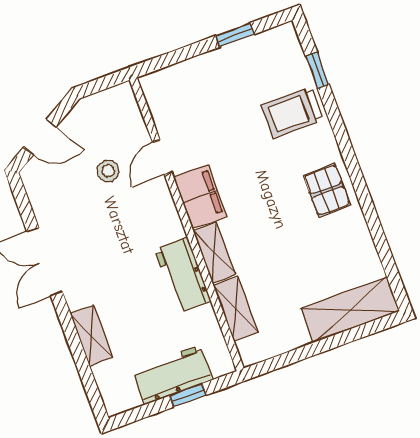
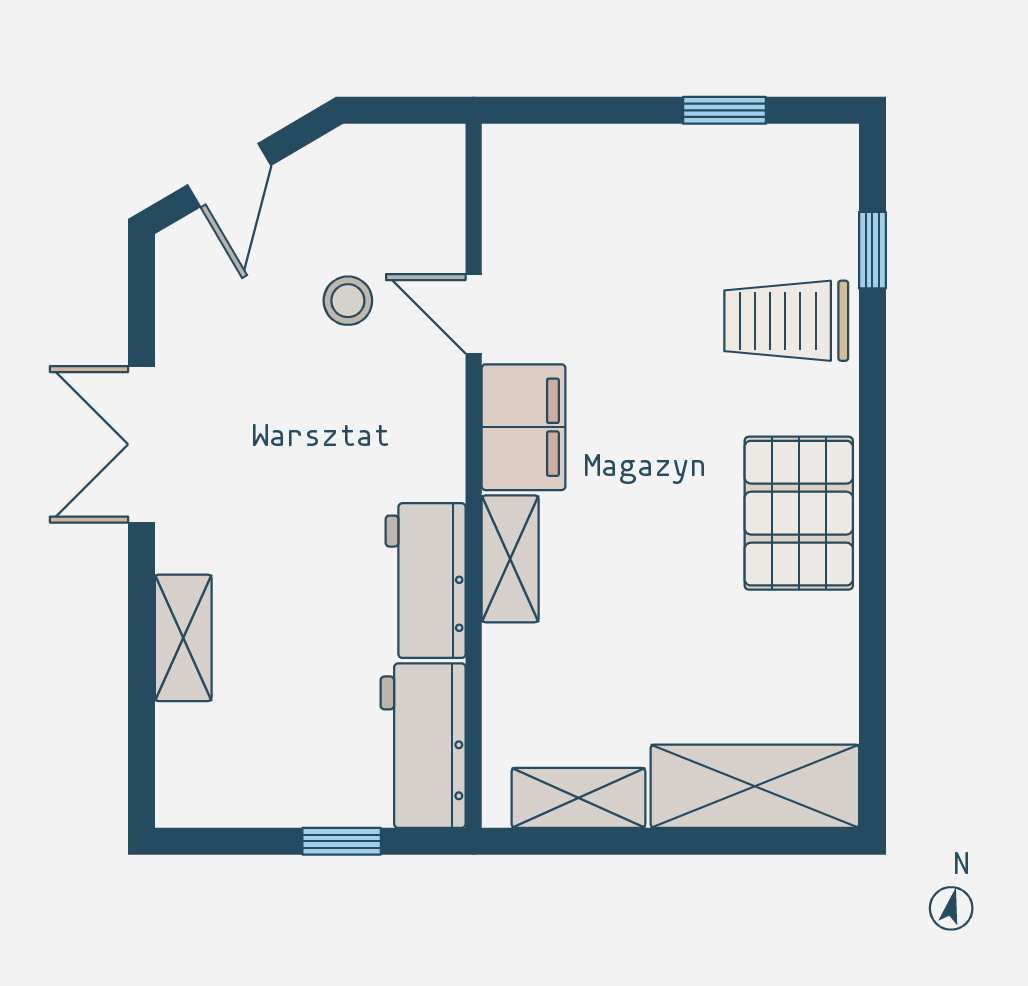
door: (40, 137) -> (229, 175), hinge flipped
door: (162, 157) -> (474, 314), hinge flipped
pallet: (327, 190) -> (799, 513), width x1.50, depth x1.42
shelving: (236, 309) -> (578, 798), moved, turned 90
workbench: (172, 375) -> (423, 746), moved, turned -90

